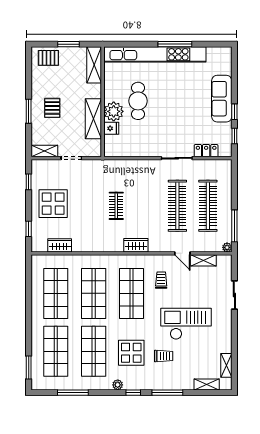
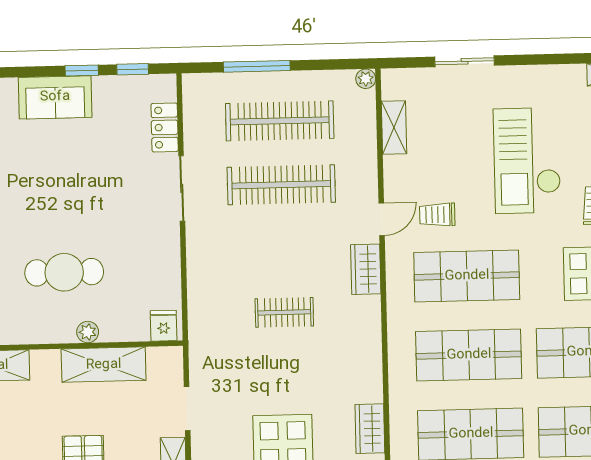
sofa: (222, 99) -> (55, 97), width x0.73
plant: (114, 111) -> (88, 332), width x0.53, depth x0.53
fridge: (111, 128) -> (164, 326), moved
window: (234, 226) -> (257, 66), moved
door: (182, 253) -> (382, 219), moved

